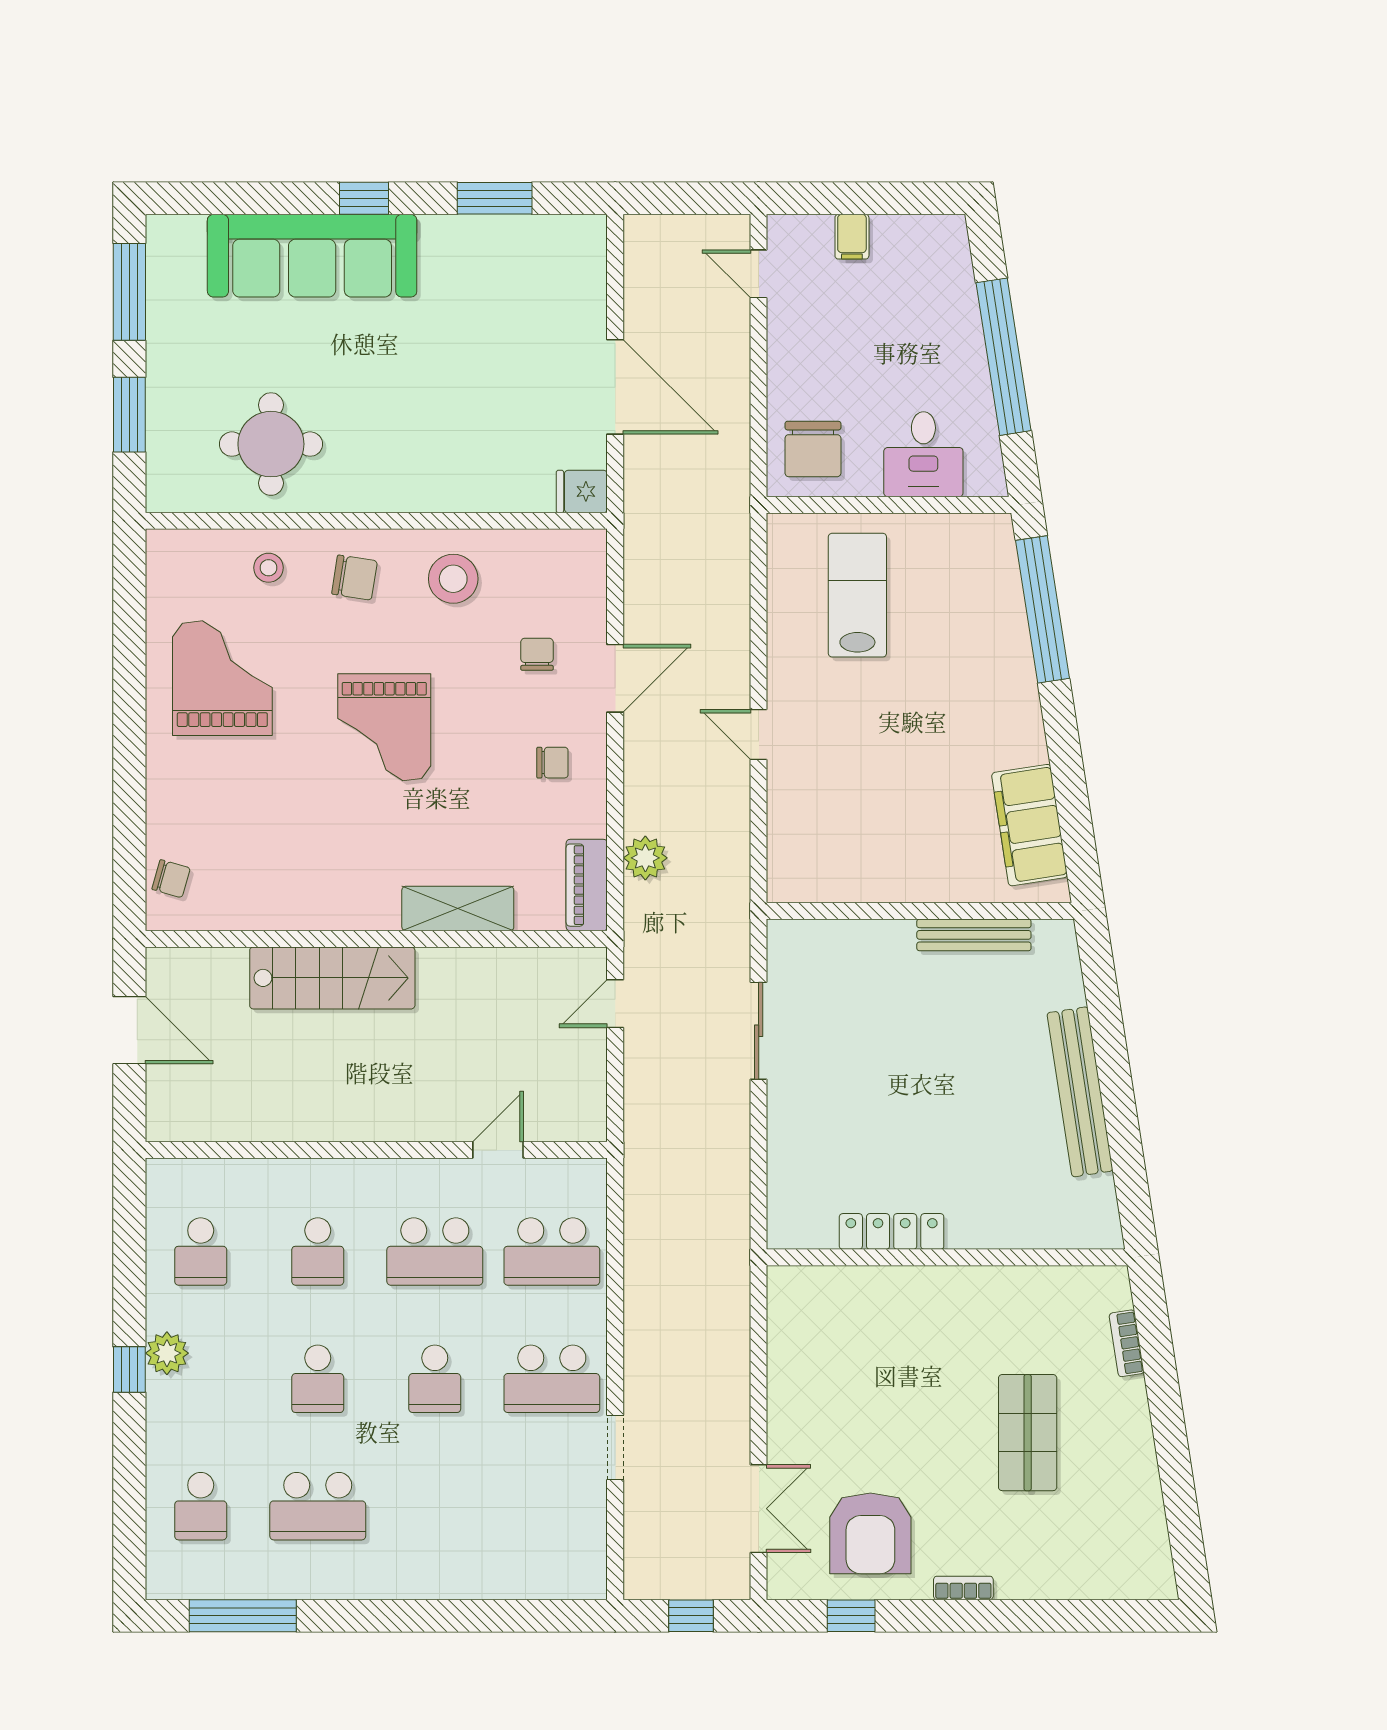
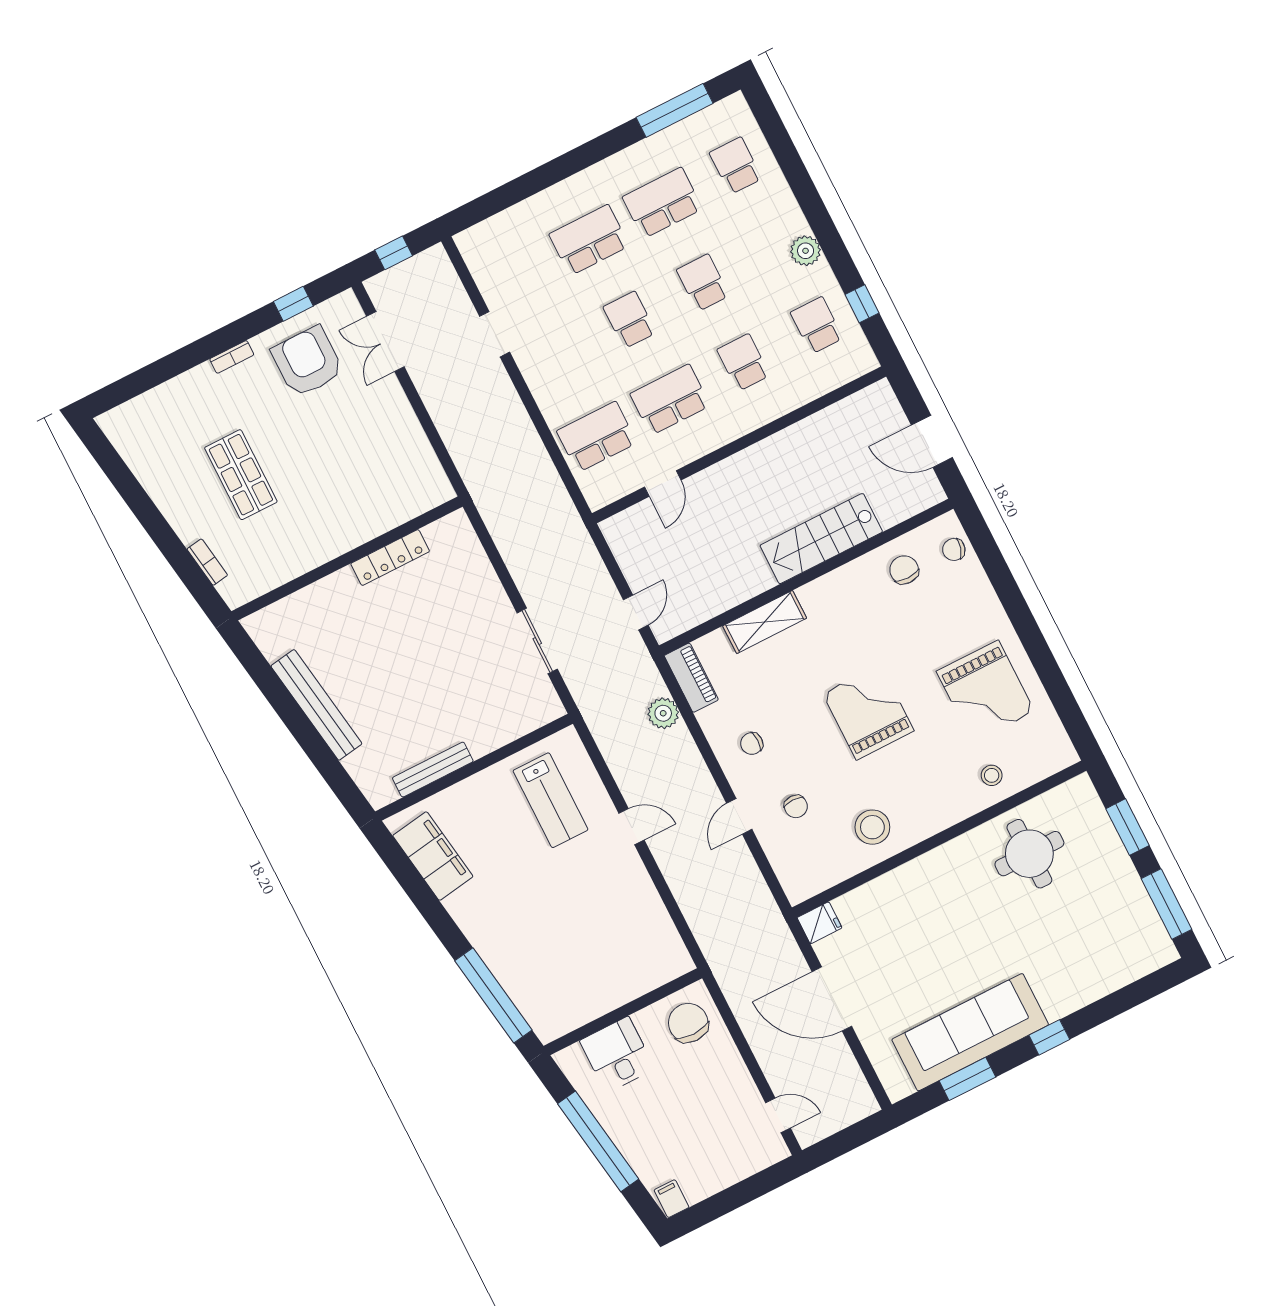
filing cabinet: (852, 237) -> (671, 1199), moved
sofa: (312, 256) -> (970, 1032), moved
chair: (354, 578) -> (904, 570), moved, turned 81
lab bench: (857, 595) -> (550, 800), moved
door: (615, 678) -> (739, 816), width x0.73
window: (129, 1370) -> (862, 304), moved
school desk: (552, 1379) -> (589, 240), moved

